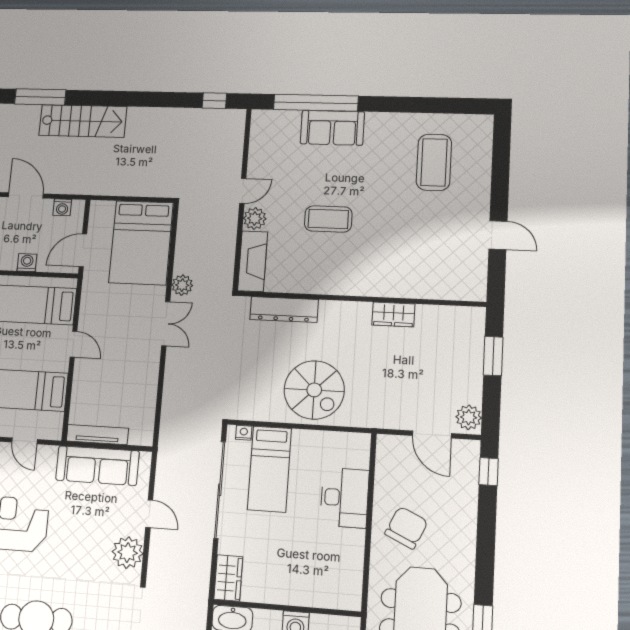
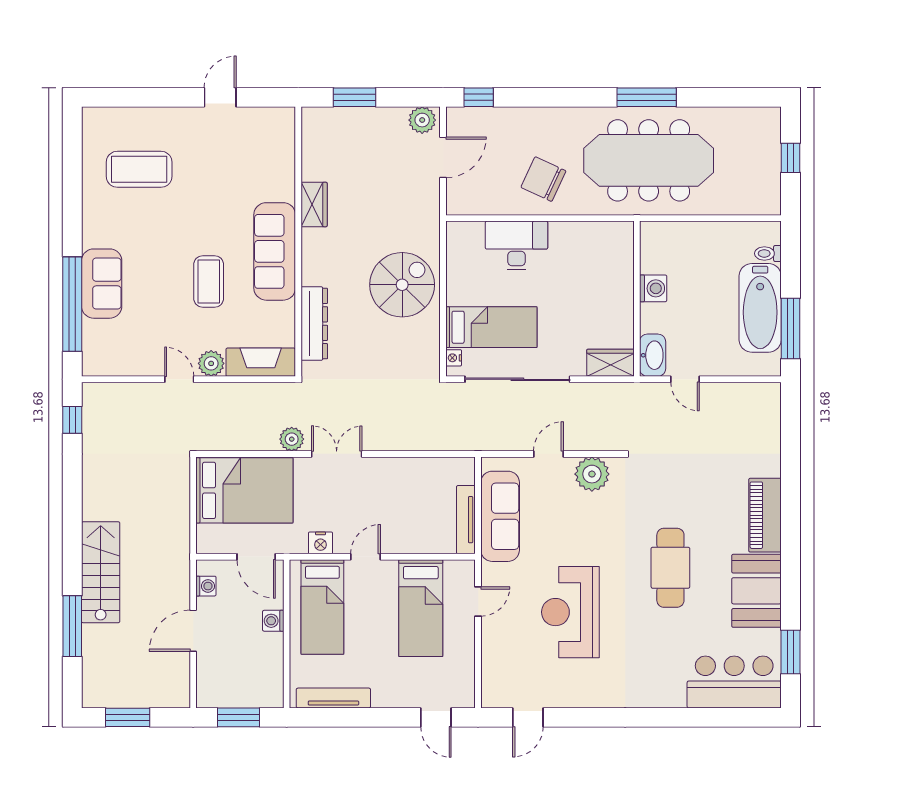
sofa: (352, 278) -> (275, 251), added
nightstand: (89, 306) -> (321, 543), added

